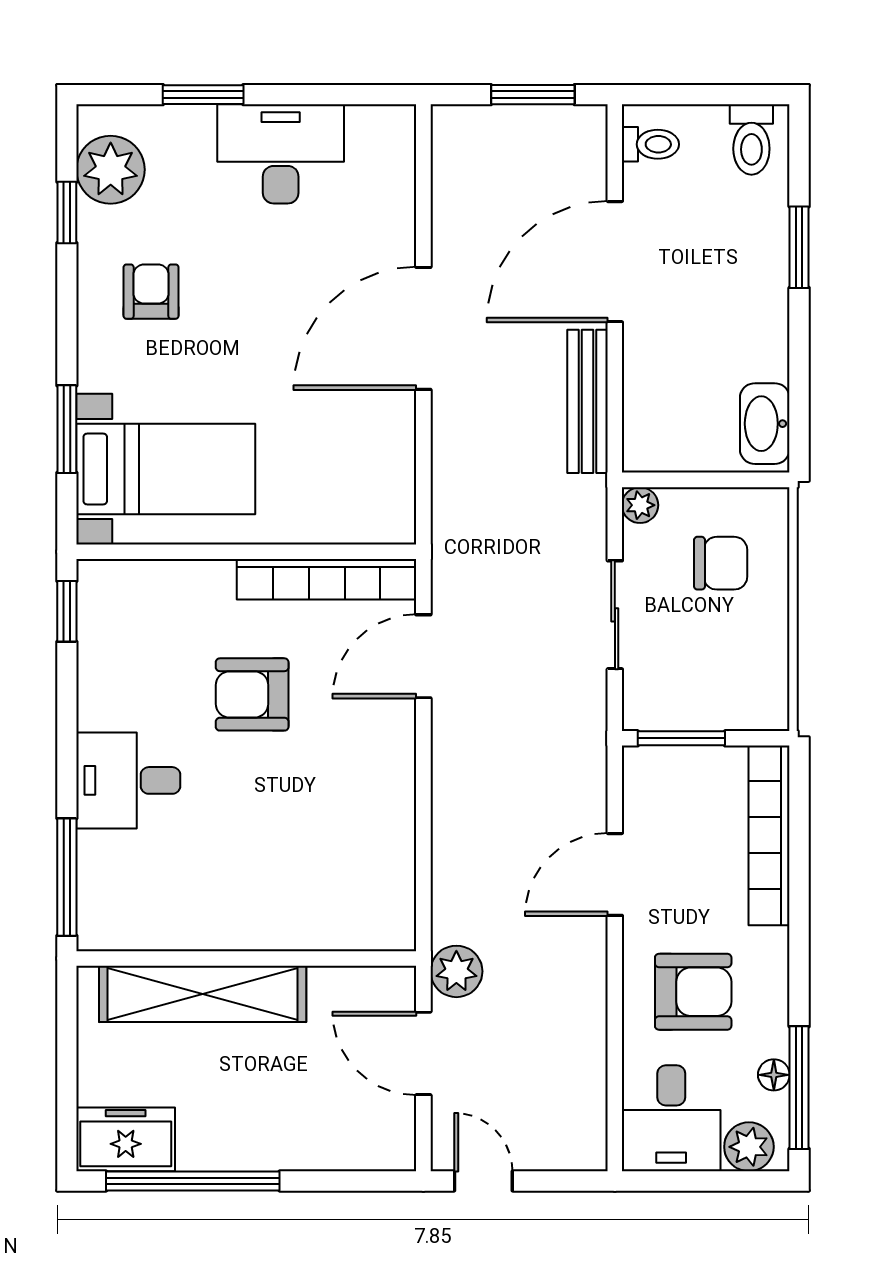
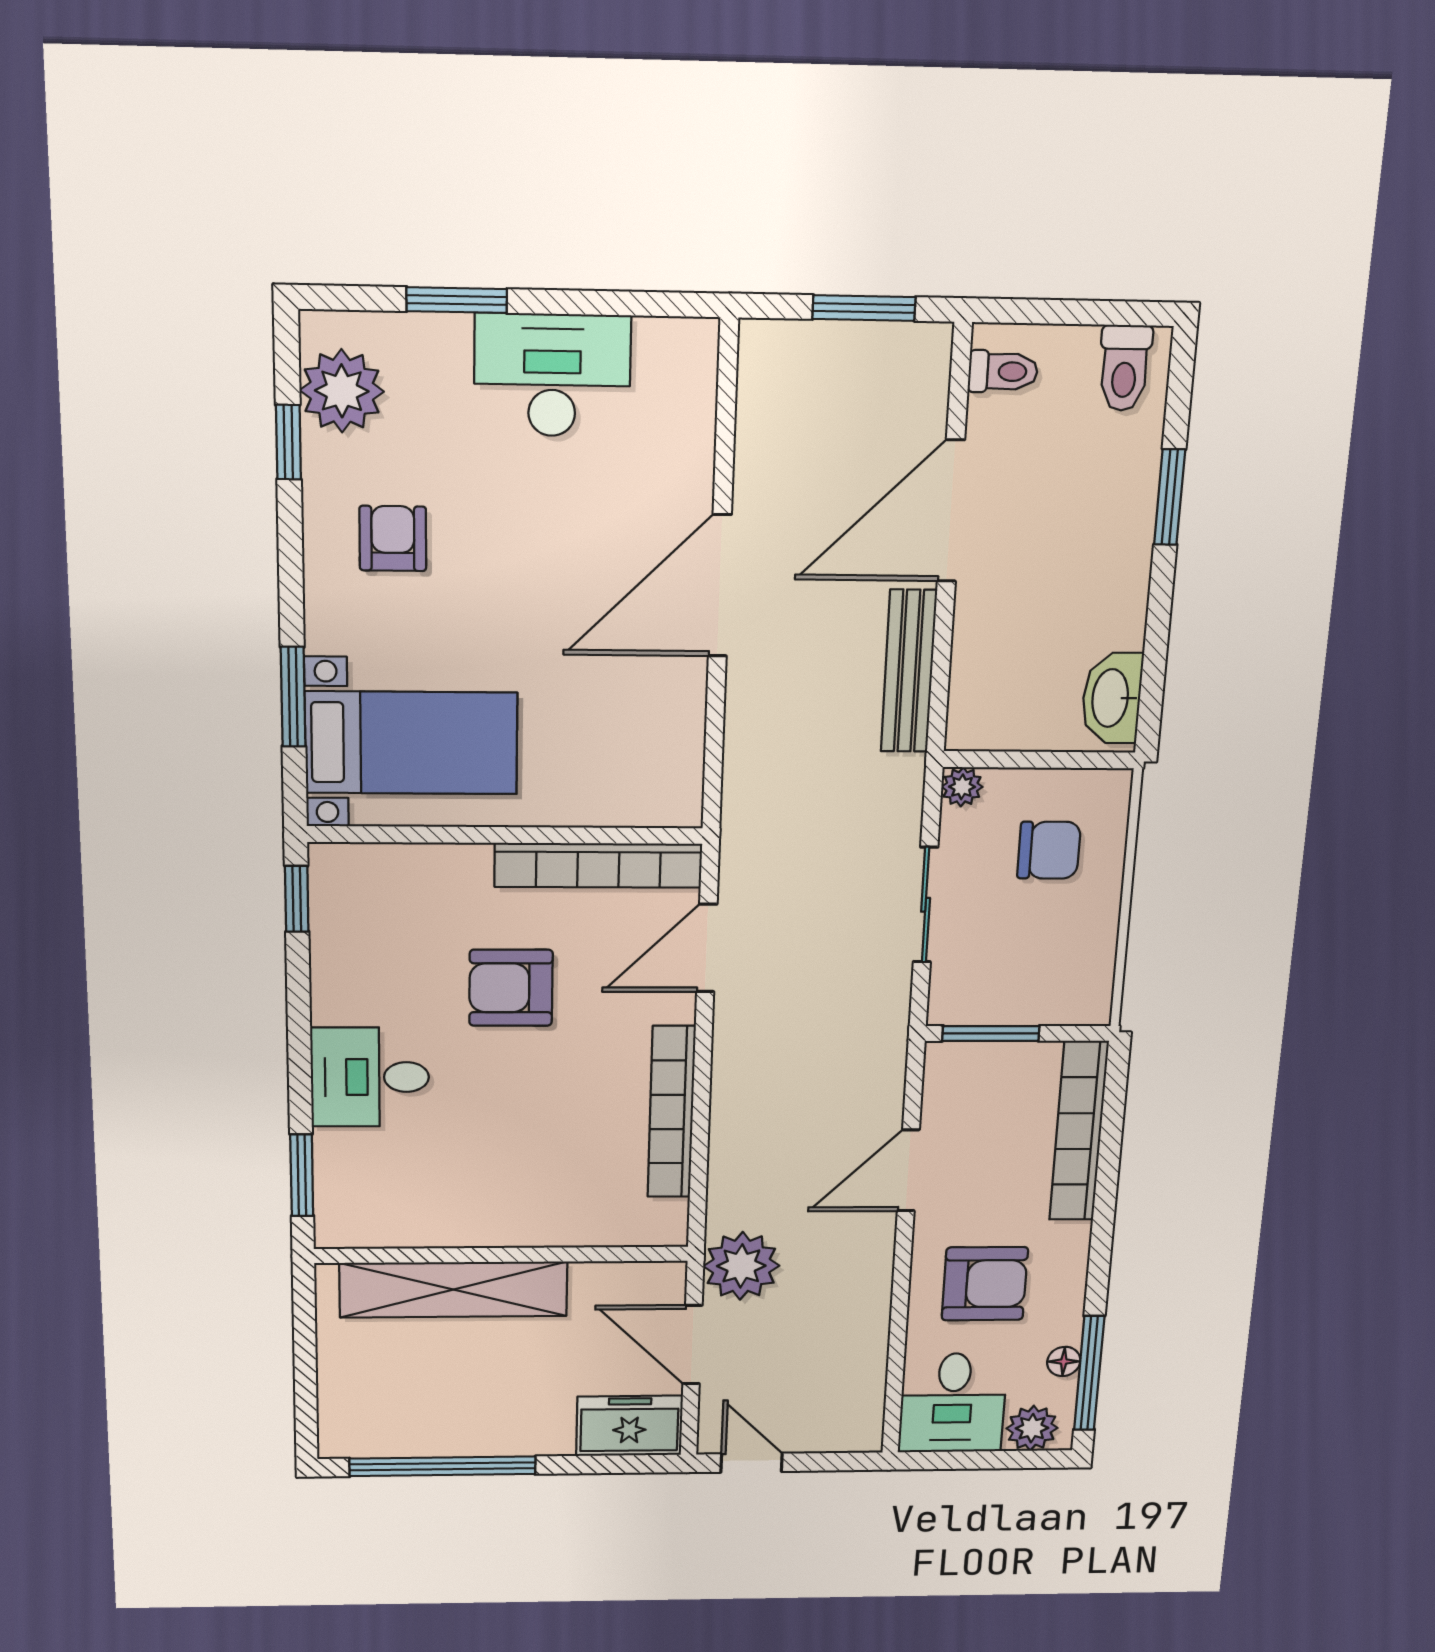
bookcase: (397, 815) -> (672, 1112), added
window: (67, 877) -> (302, 1175), width x0.69
plant: (456, 971) -> (741, 1266), width x1.36, depth x1.36
freezer: (126, 1139) -> (629, 1426), moved

